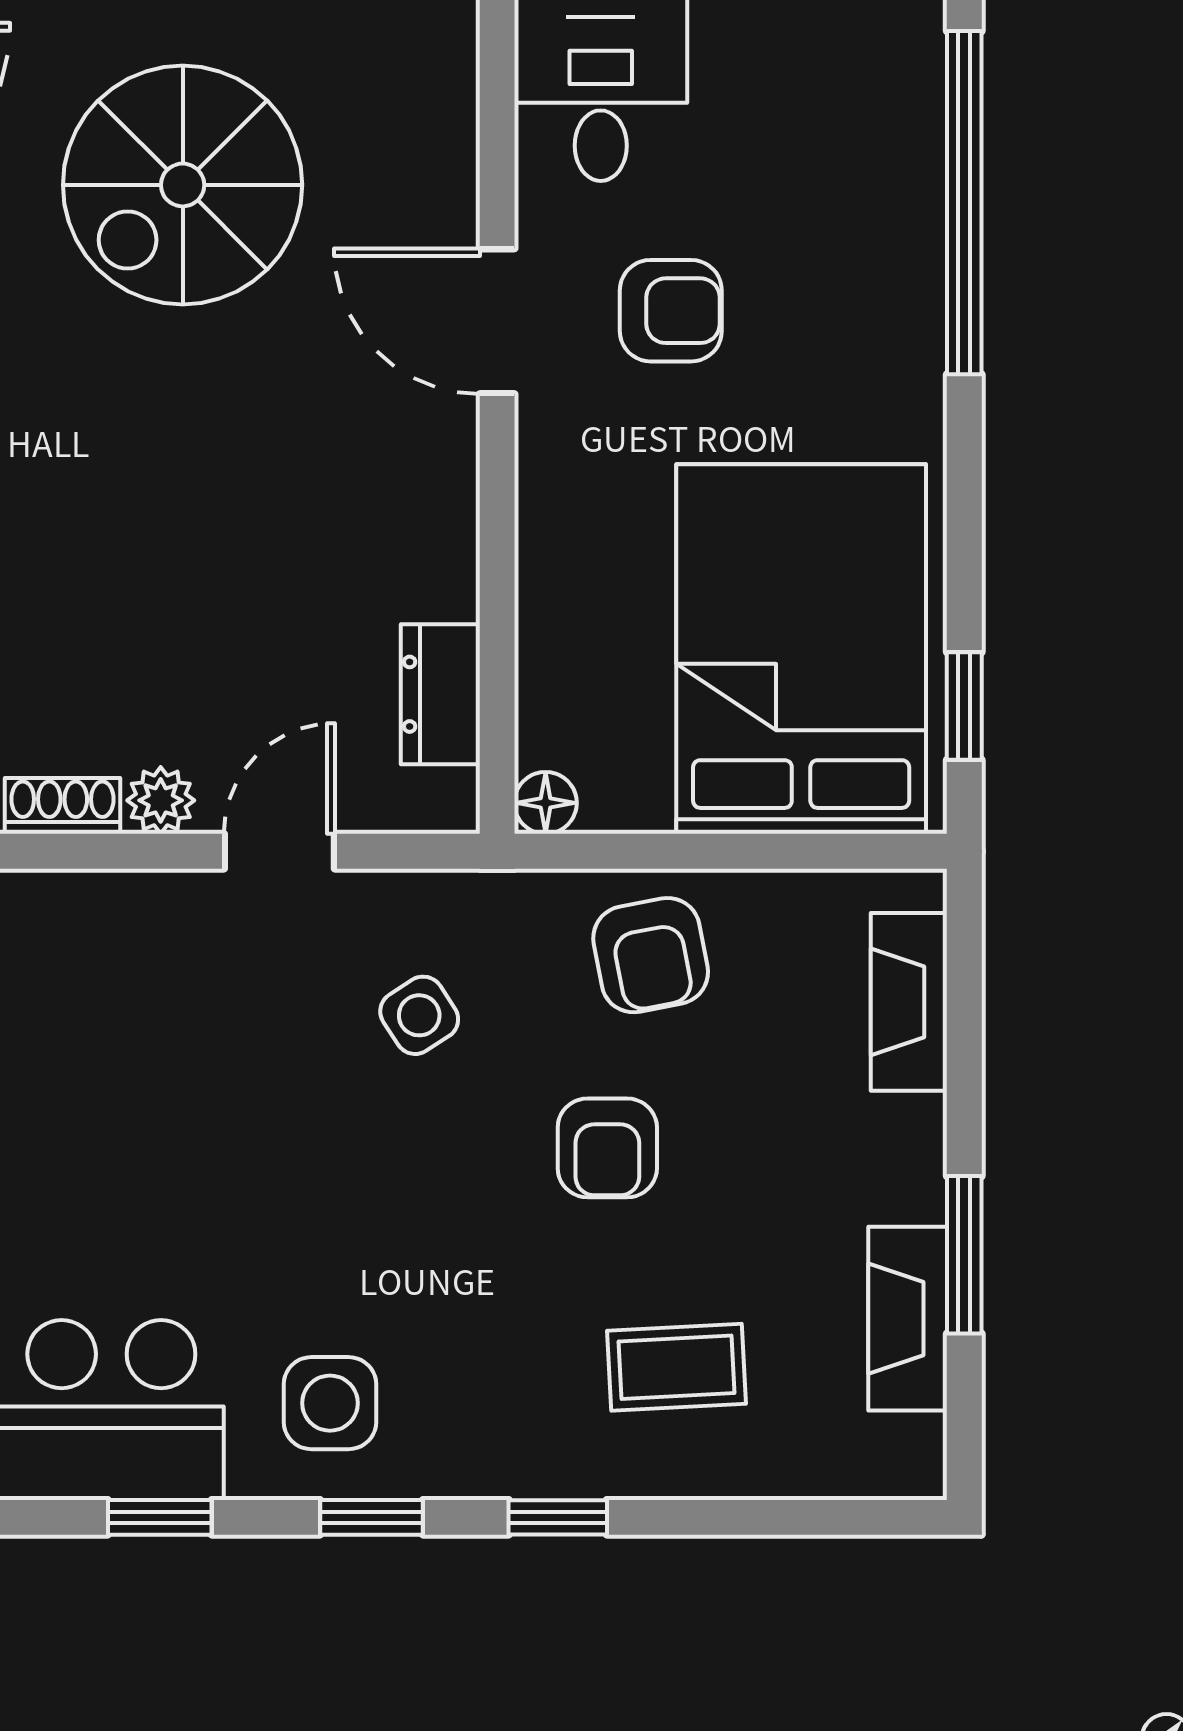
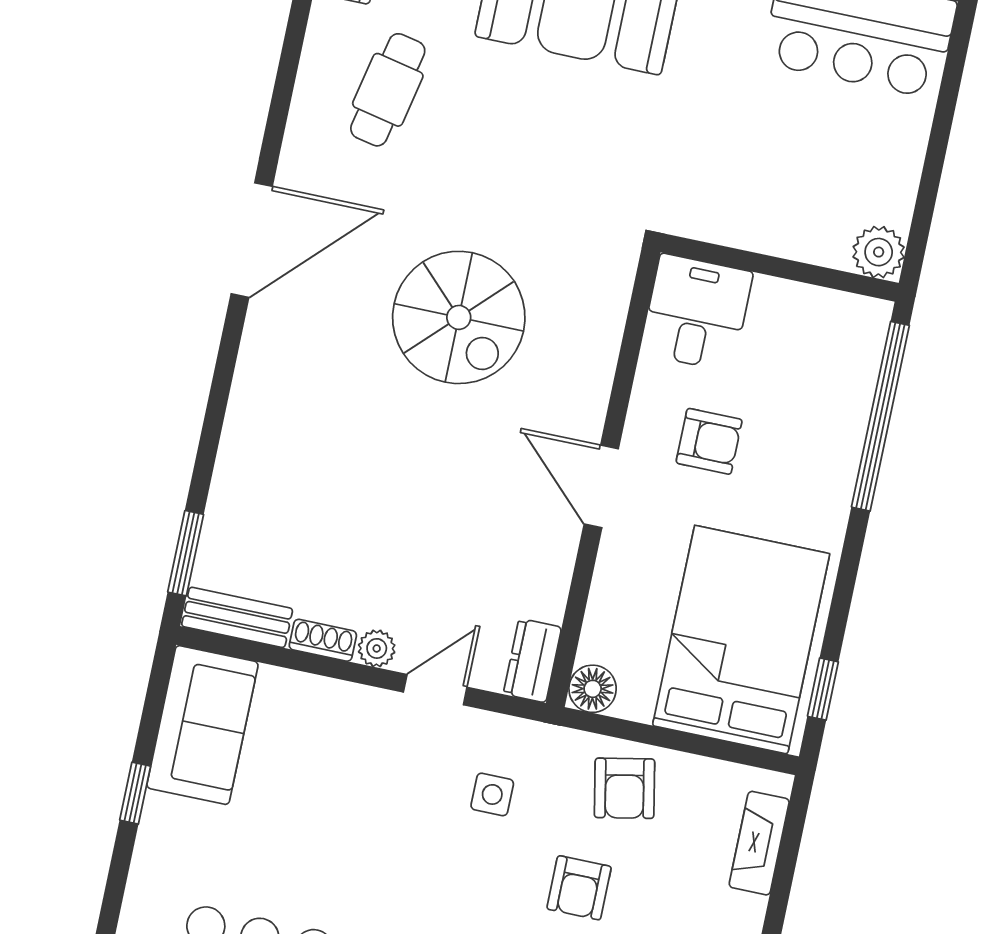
spiral stairs: (183, 185) -> (459, 317), turned -90
door: (497, 321) -> (601, 486), moved
dresser: (440, 694) -> (532, 661), moved
floor lamp: (546, 803) -> (593, 689), width x1.37, depth x1.37
side table: (419, 1015) -> (492, 794), turned 33

